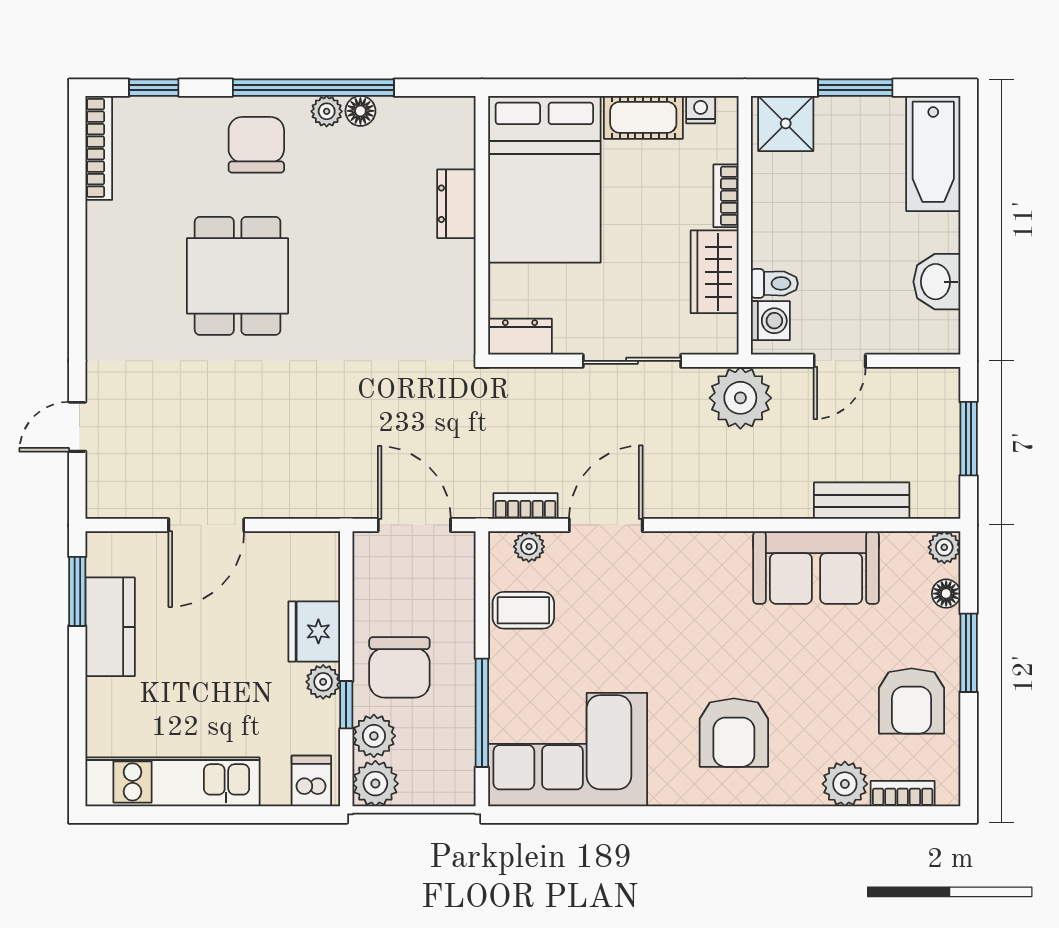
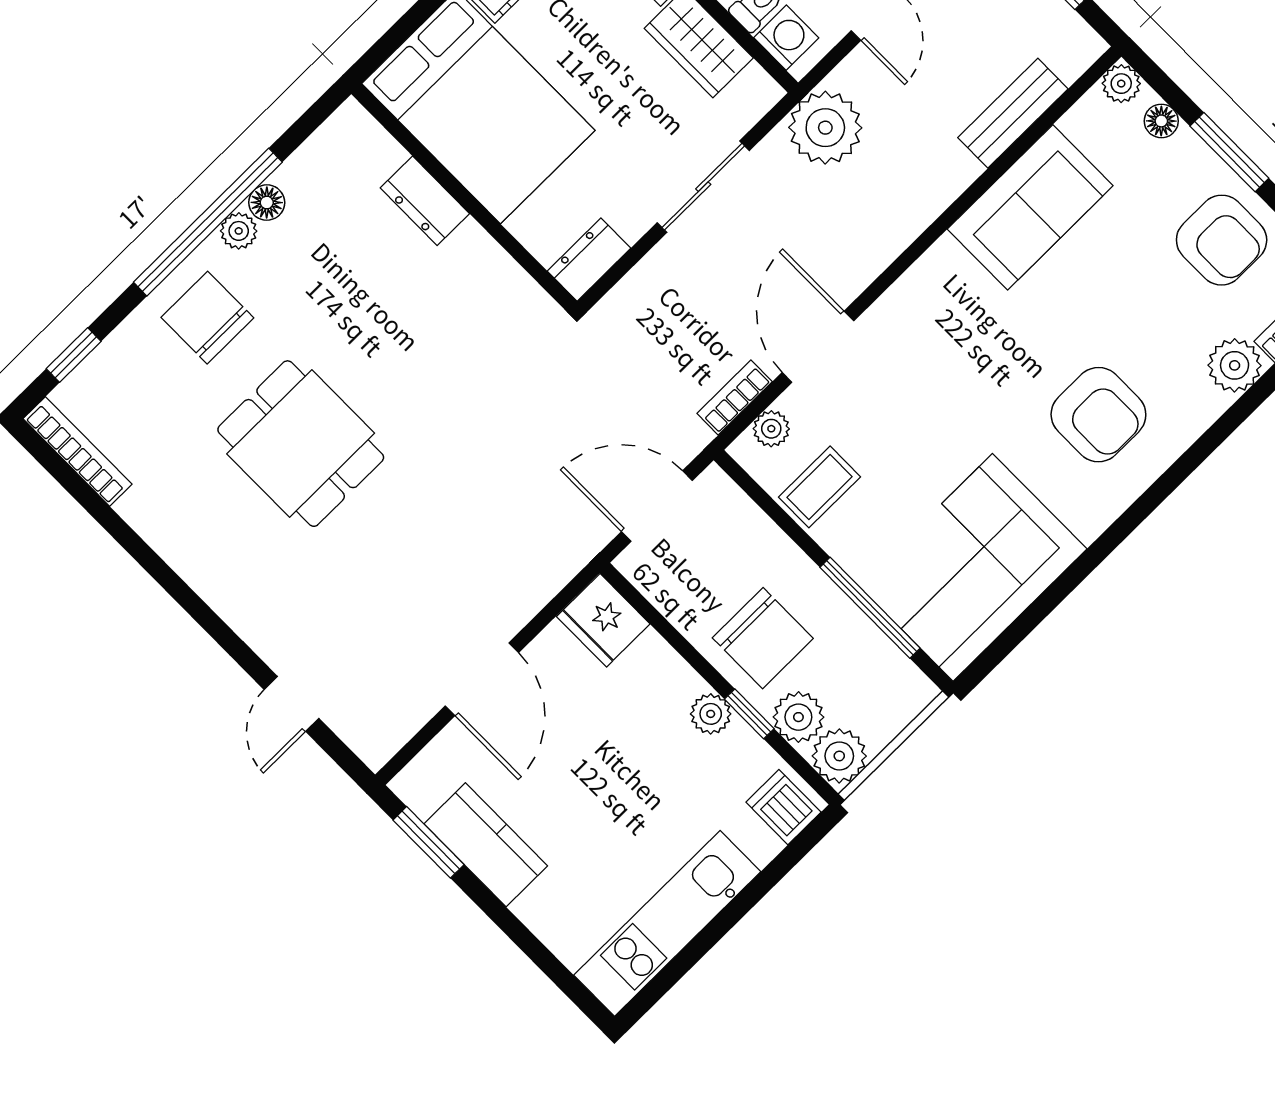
fridge: (314, 631) -> (603, 620), moved

